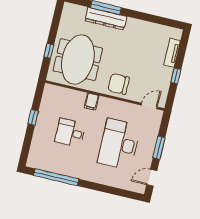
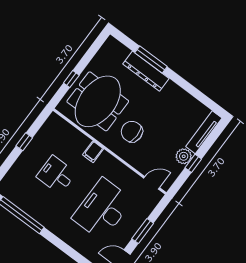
tv unit: (172, 53) -> (204, 132), width x1.41
plant: (166, 74) -> (184, 156), added
chair: (119, 84) -> (132, 132), moved

